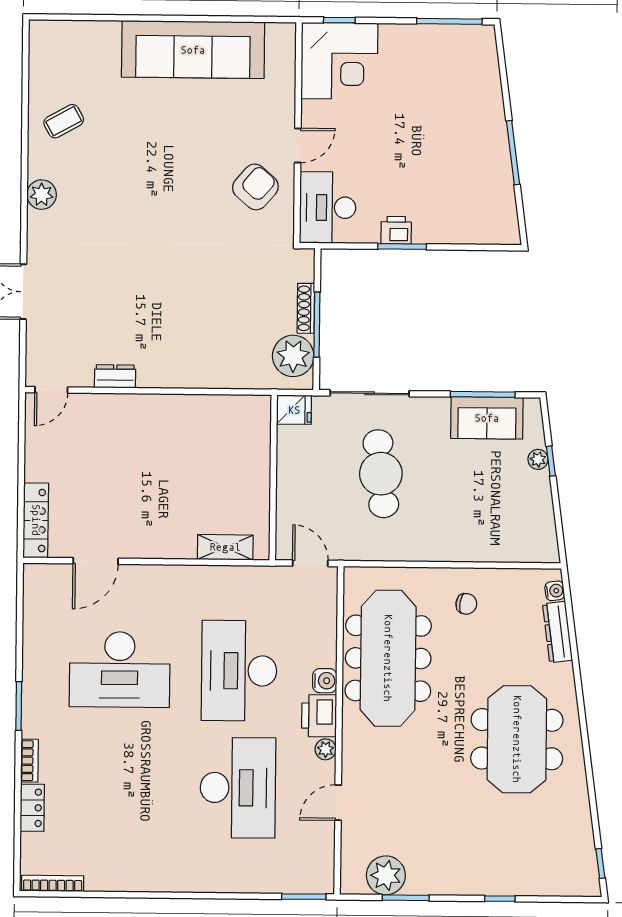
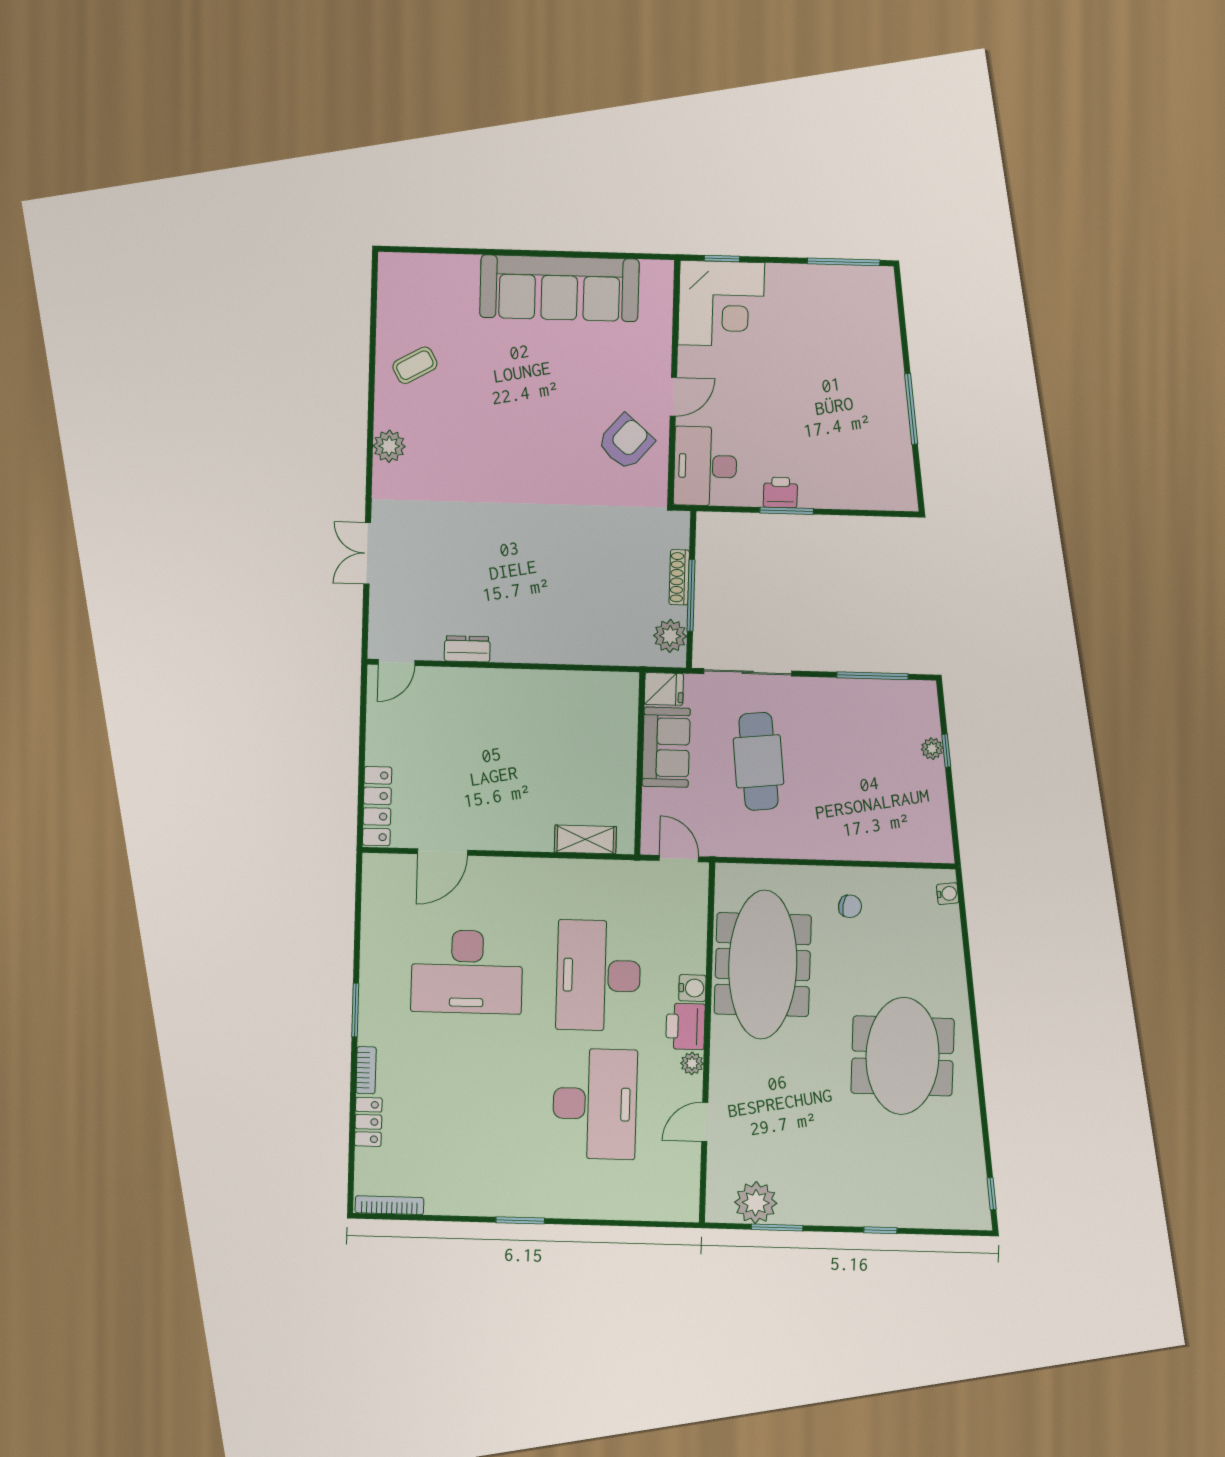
plant: (293, 356) -> (670, 636), width x0.73, depth x0.73
sofa: (487, 418) -> (666, 747), moved, turned -90
dresser: (558, 632) -> (950, 939), removed
window: (304, 897) -> (520, 1220), moved

